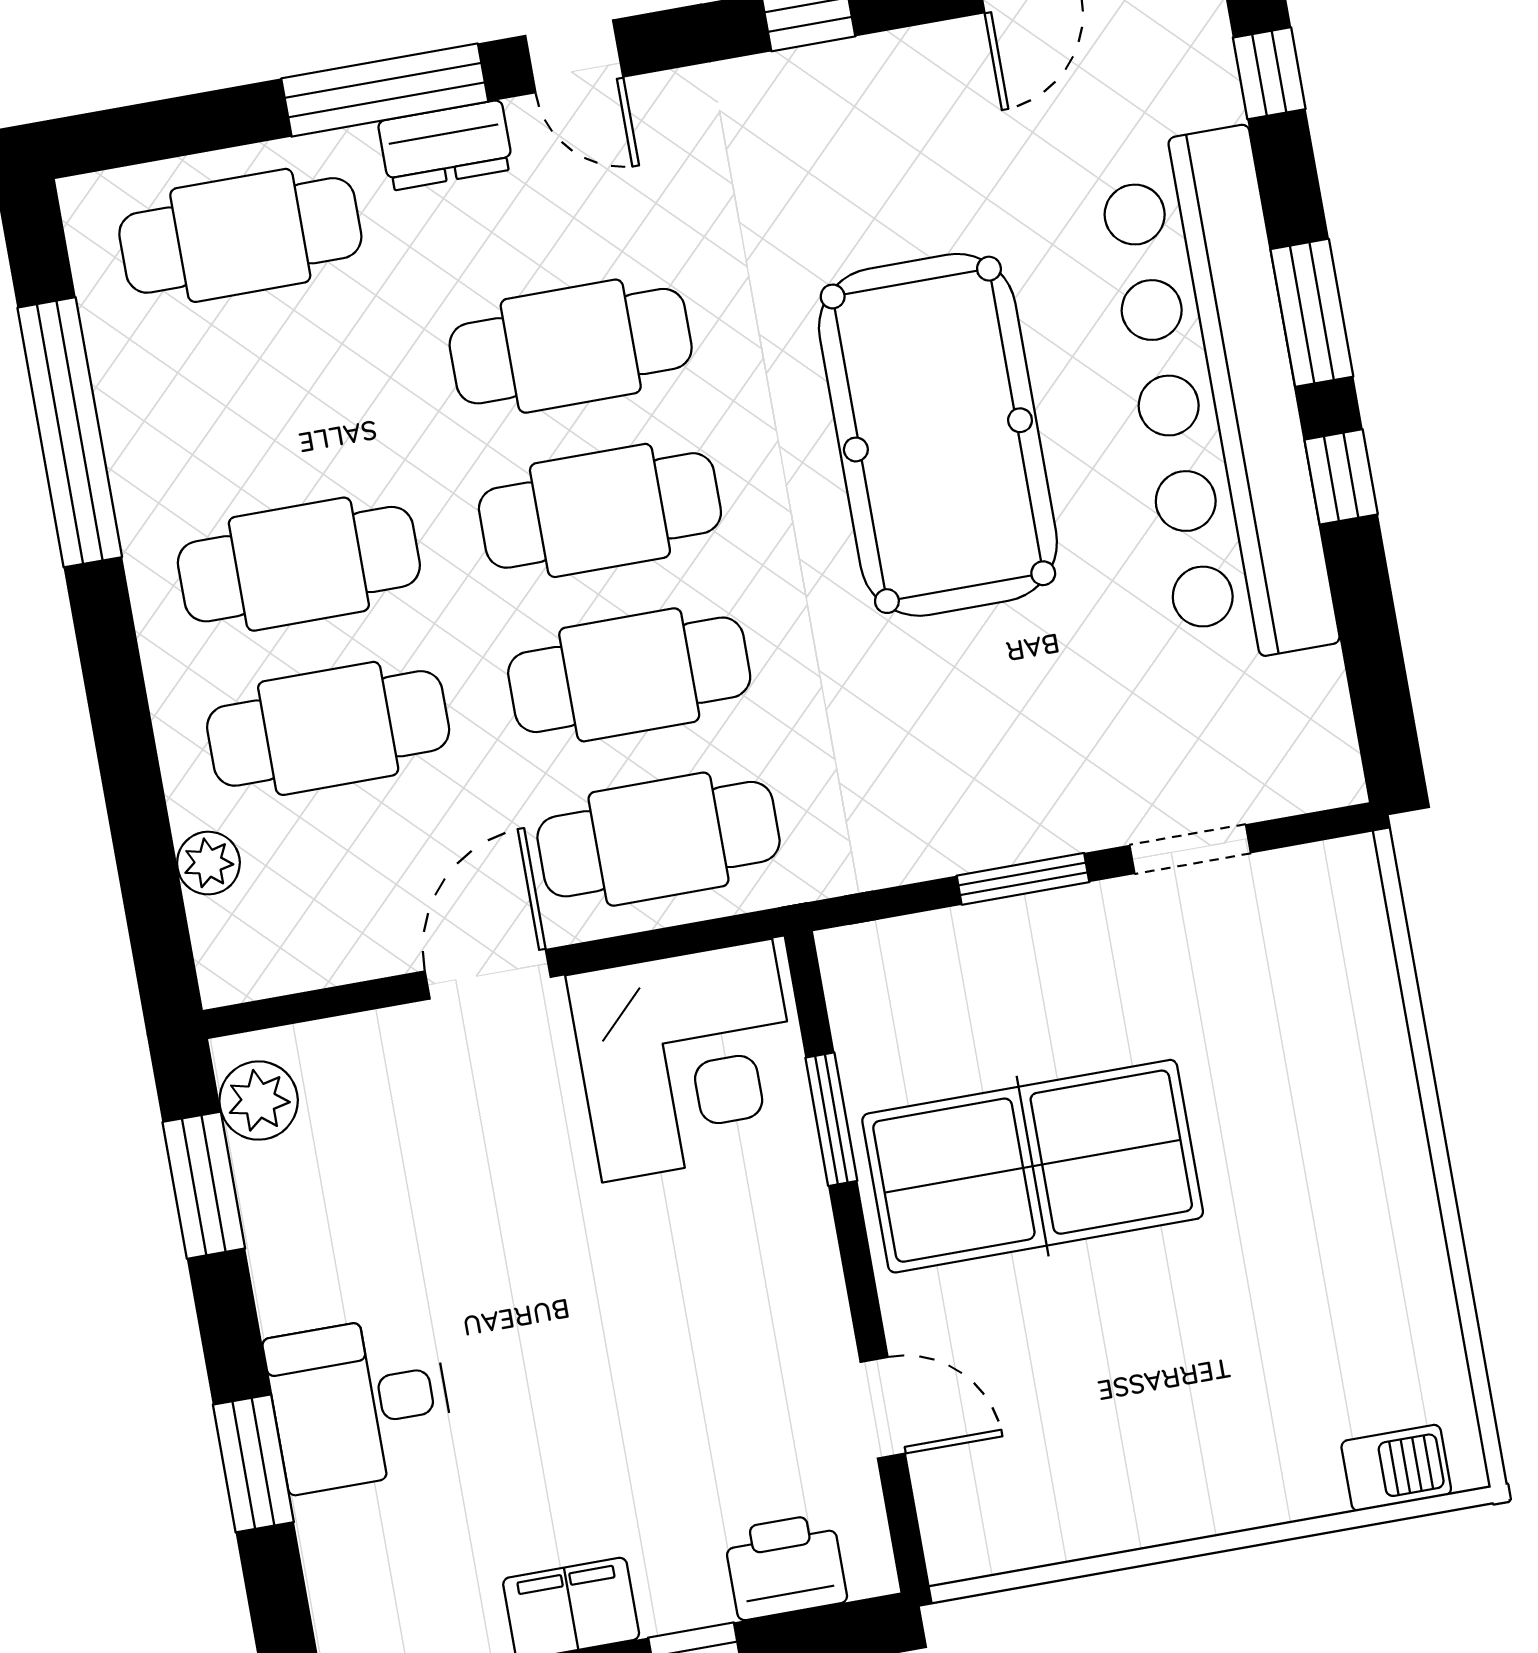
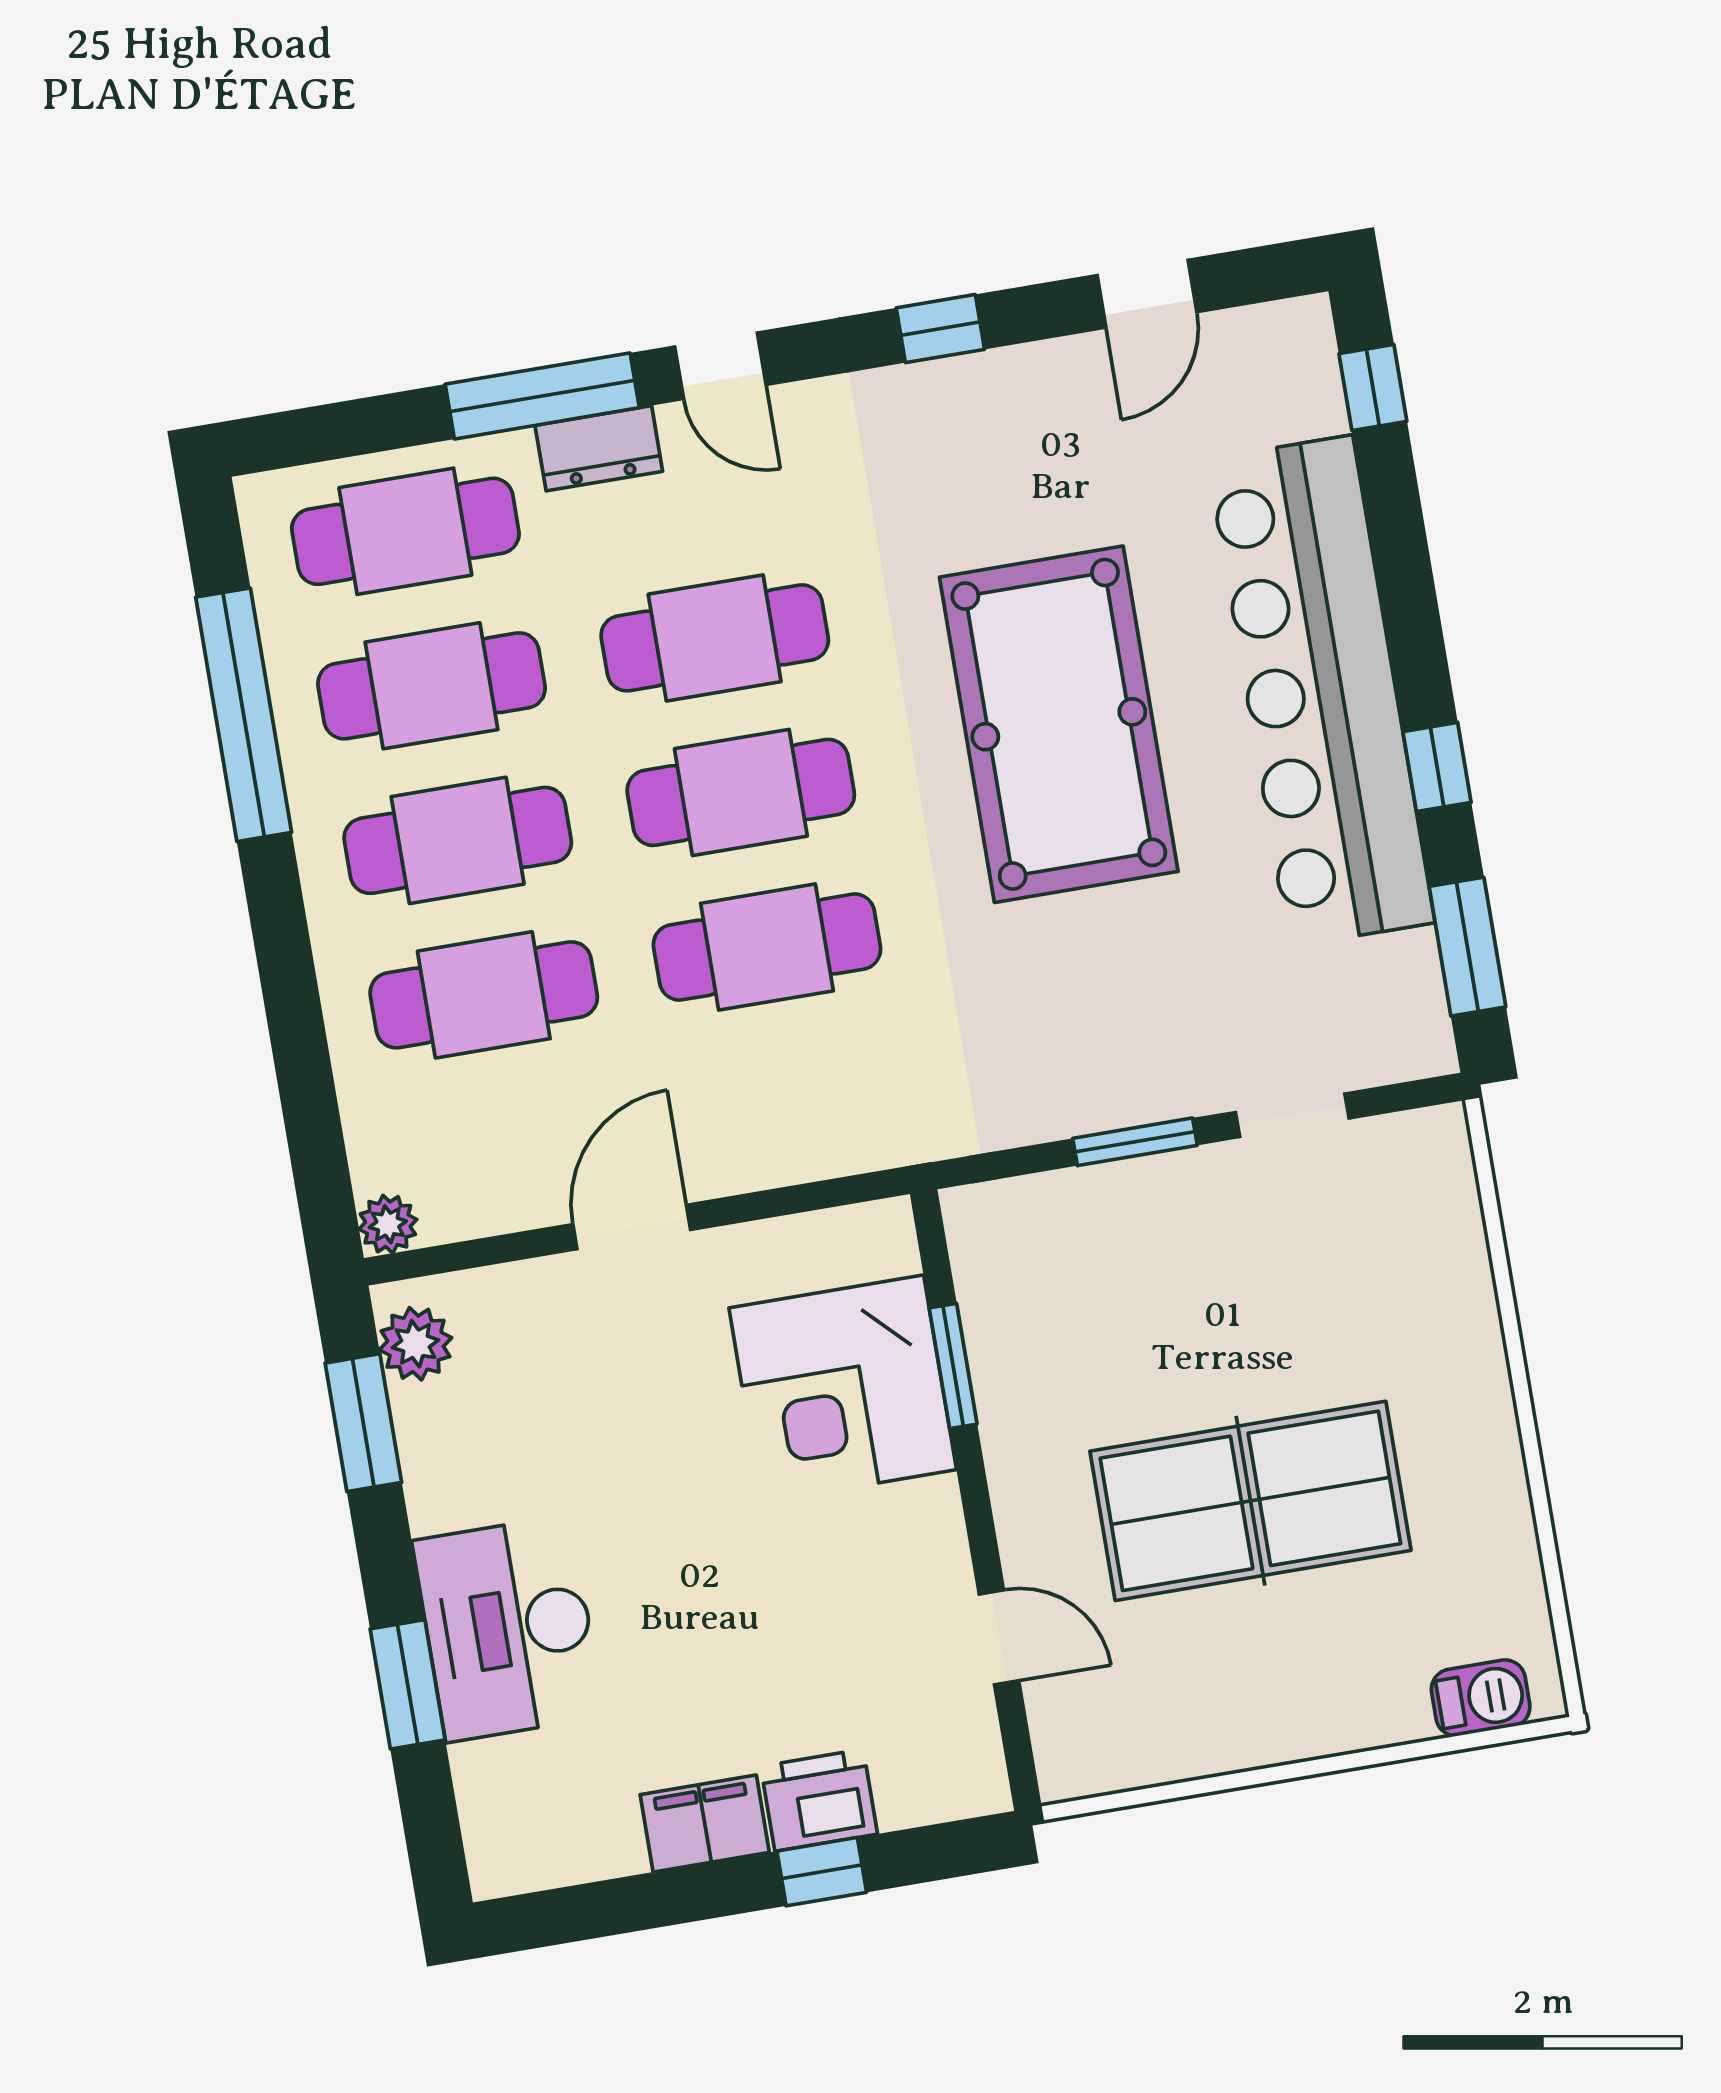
window: (1312, 313) -> (1467, 947), moved
cafe table: (658, 839) -> (432, 686), moved
plant: (208, 863) -> (388, 1224), moved
corner desk: (687, 1061) -> (843, 1389), moved, turned 90
table tennis table: (1033, 1166) -> (1250, 1501), moved
desk: (360, 1403) -> (508, 1628), width x1.37
printer: (785, 1566) -> (819, 1800), moved

